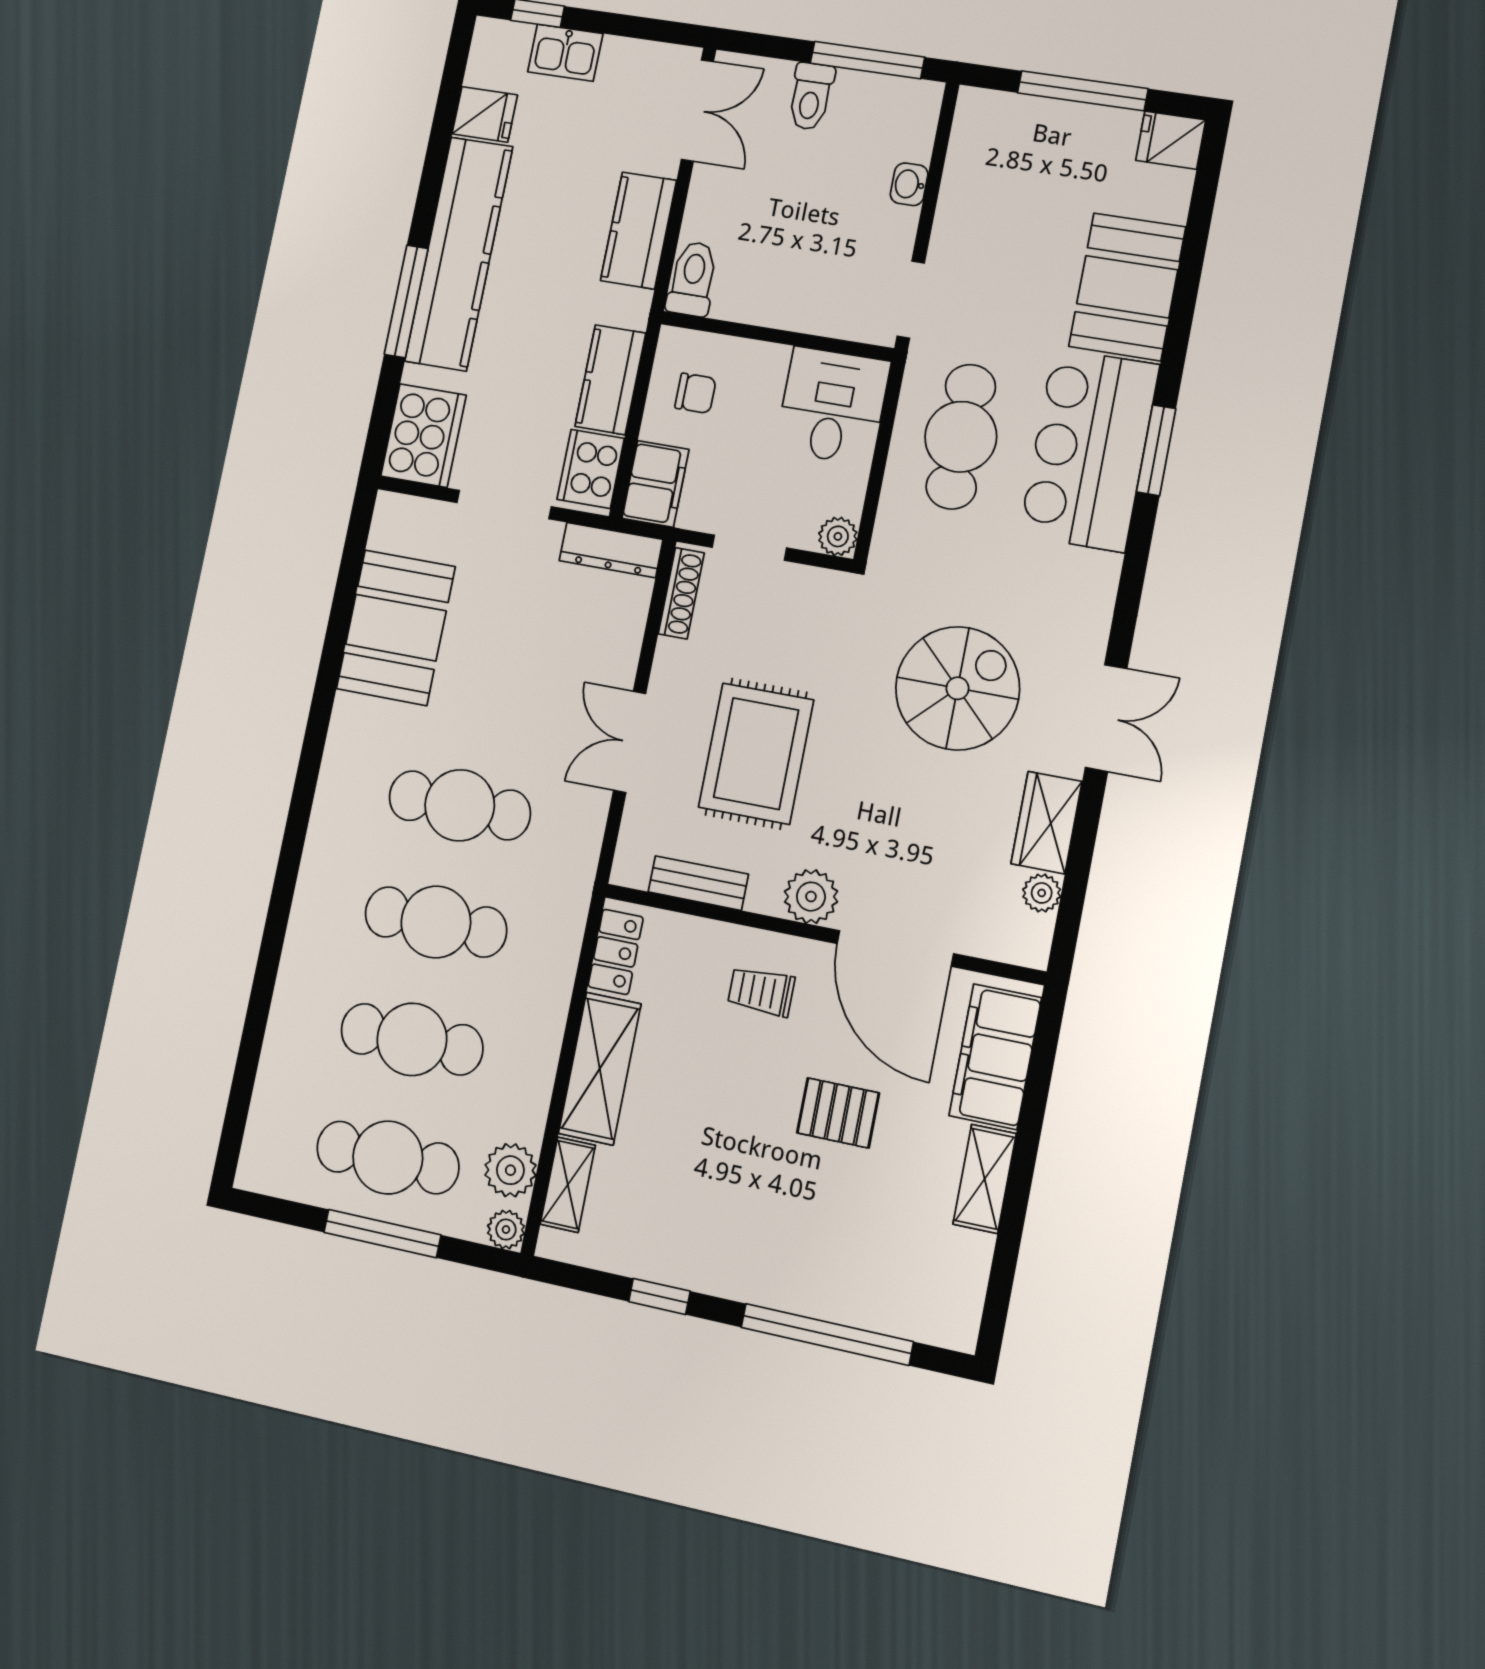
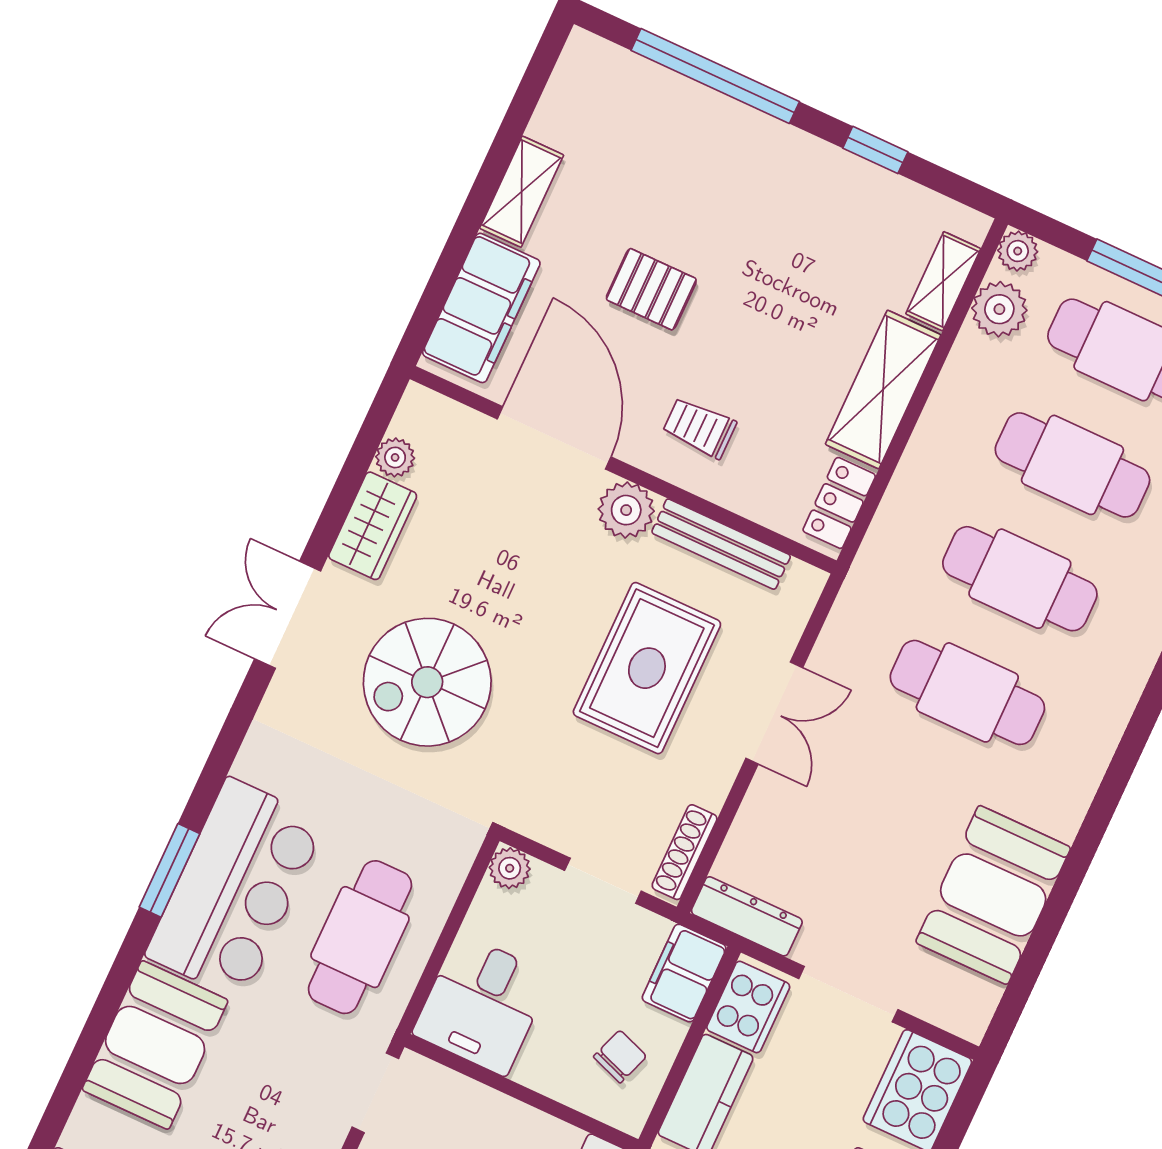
chair: (695, 393) -> (620, 1057), turned 110
bench: (698, 883) -> (721, 544), width x1.36
trolley: (761, 991) -> (699, 428), turned 180

